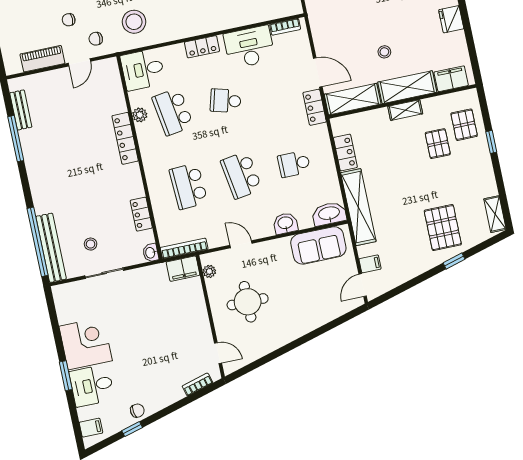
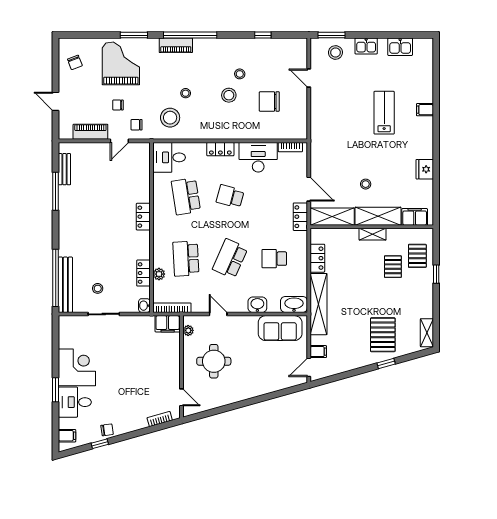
plant: (140, 115) -> (159, 274), moved
locker: (125, 138) -> (143, 217), width x0.66
school desk: (241, 175) -> (230, 259), turned 33

